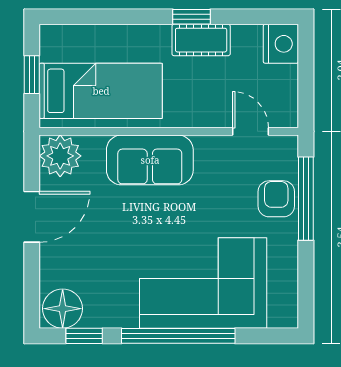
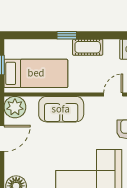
window: (191, 17) -> (67, 35), moved
door: (250, 131) -> (113, 94), hinge flipped

